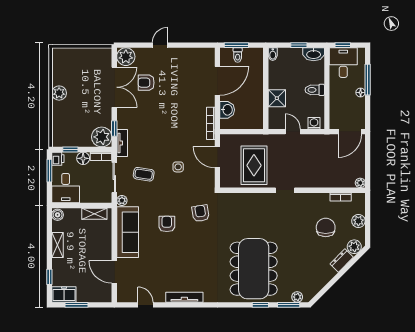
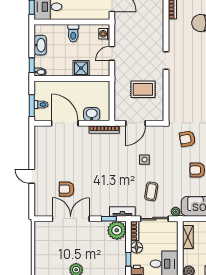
window: (299, 45) -> (32, 65), moved
washbasin: (314, 54) -> (40, 45), moved
plant: (126, 57) -> (42, 208), removed
armchair: (146, 83) -> (66, 189), turned 90
rug: (254, 165) -> (143, 89), width x0.73, depth x0.70

